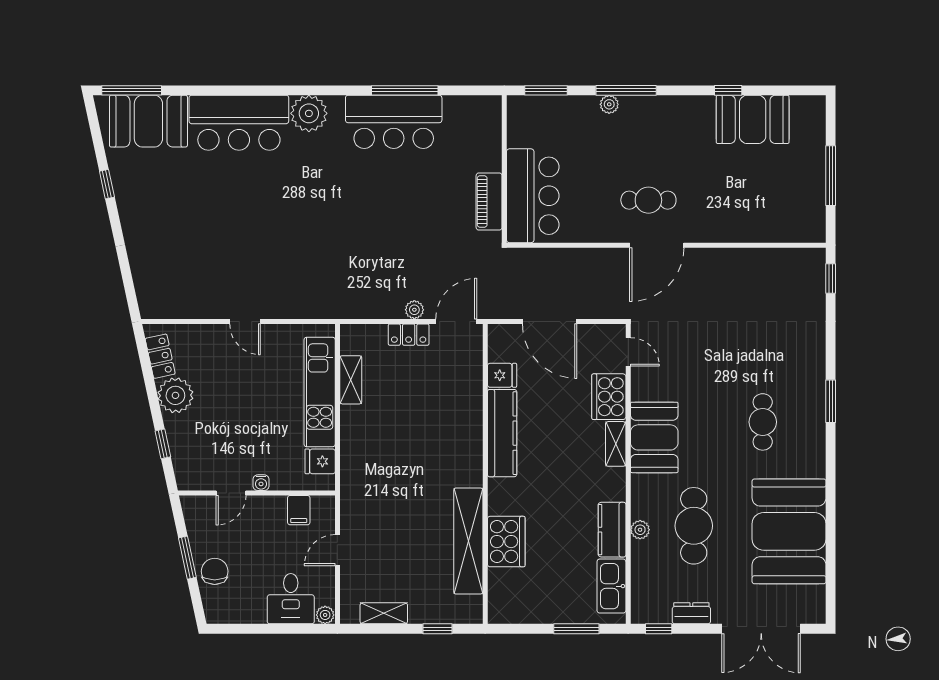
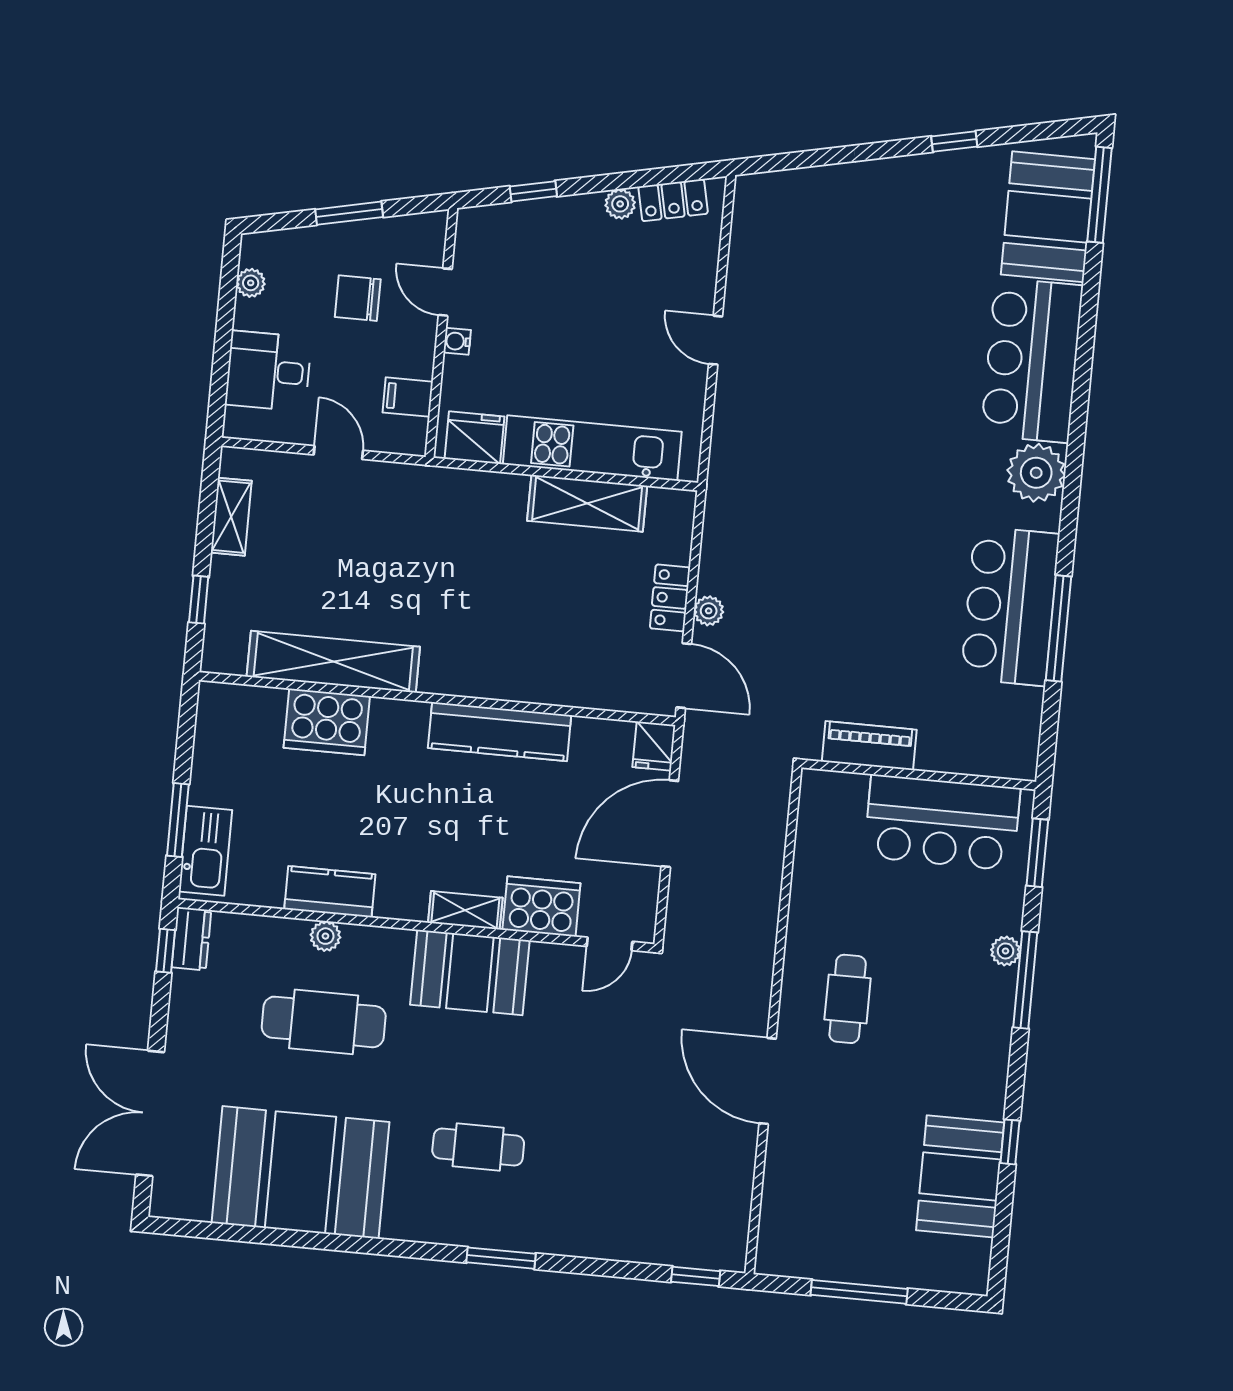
bar counter: (533, 196) -> (942, 823), moved
door: (657, 245) -> (768, 1081), moved
door: (245, 321) -> (716, 340), hinge flipped
fridge: (502, 375) -> (654, 746), moved
shelving: (351, 380) -> (587, 503), width x1.50, depth x1.33
plant: (175, 395) -> (620, 204), width x0.53, depth x0.53
fridge: (320, 461) -> (474, 438), width x1.38
chair: (215, 571) -> (358, 298), moved, turned 180
kitchen sink: (611, 586) -> (205, 851), moved, turned 90
dresser: (691, 613) -> (191, 939), moved
plant: (325, 615) -> (251, 283), moved

